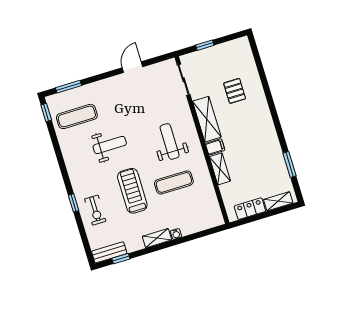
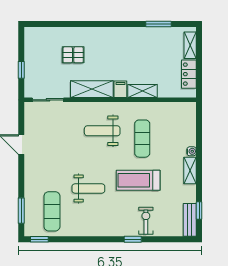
weight bench: (110, 145) -> (88, 188), turned 90
exercise bike: (95, 210) -> (146, 221), turned -90

